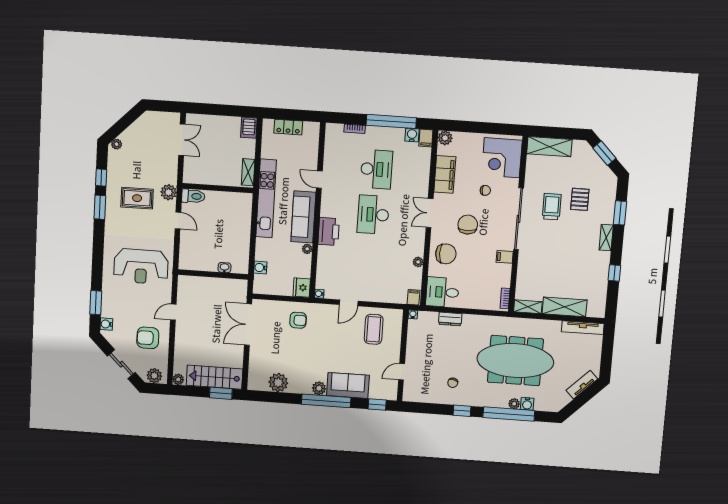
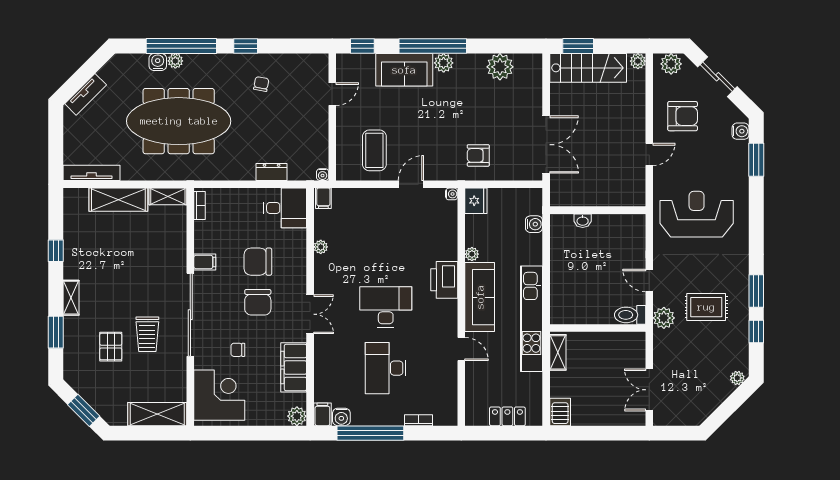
desk: (373, 215) -> (386, 307), turned -90
chair: (446, 254) -> (258, 262), moved

